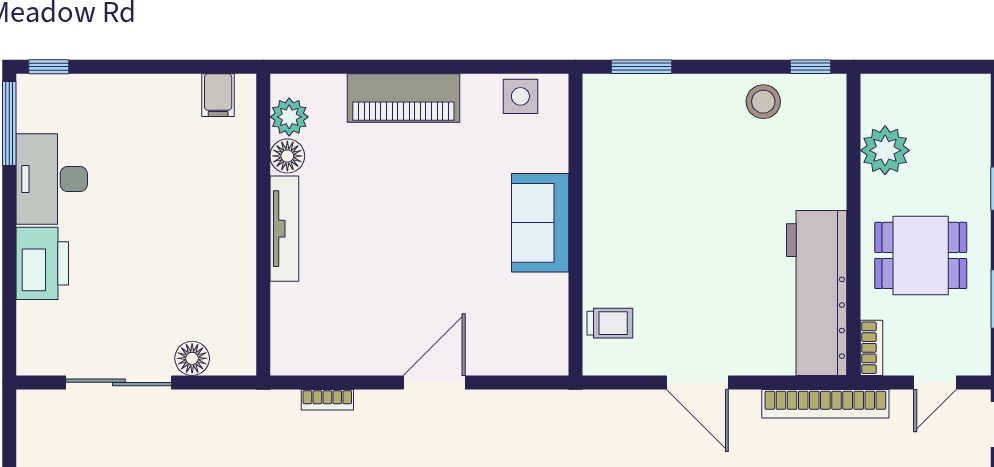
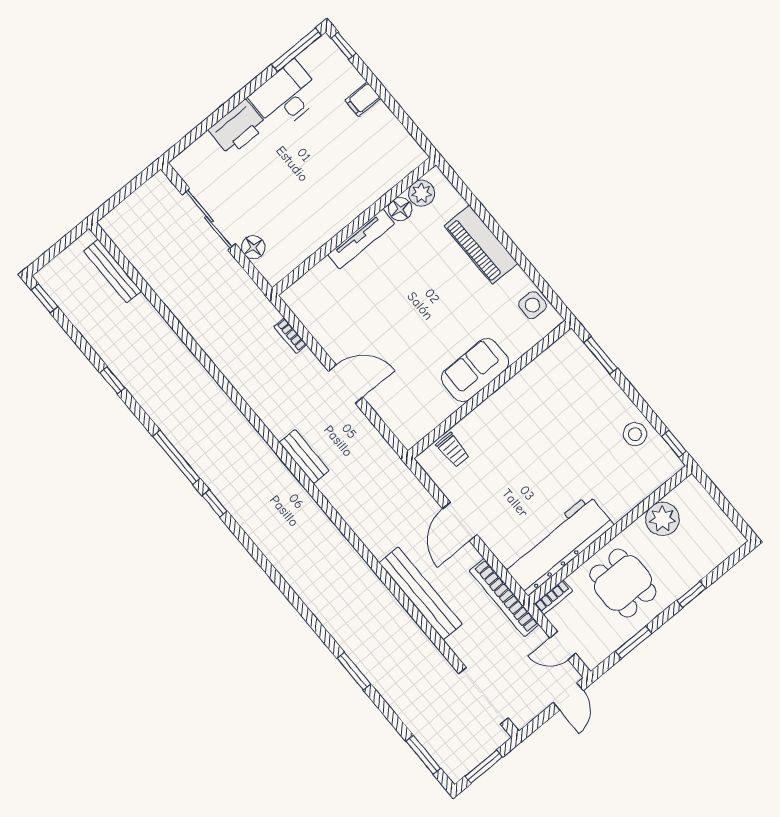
filing cabinet: (218, 95) -> (363, 99), moved

